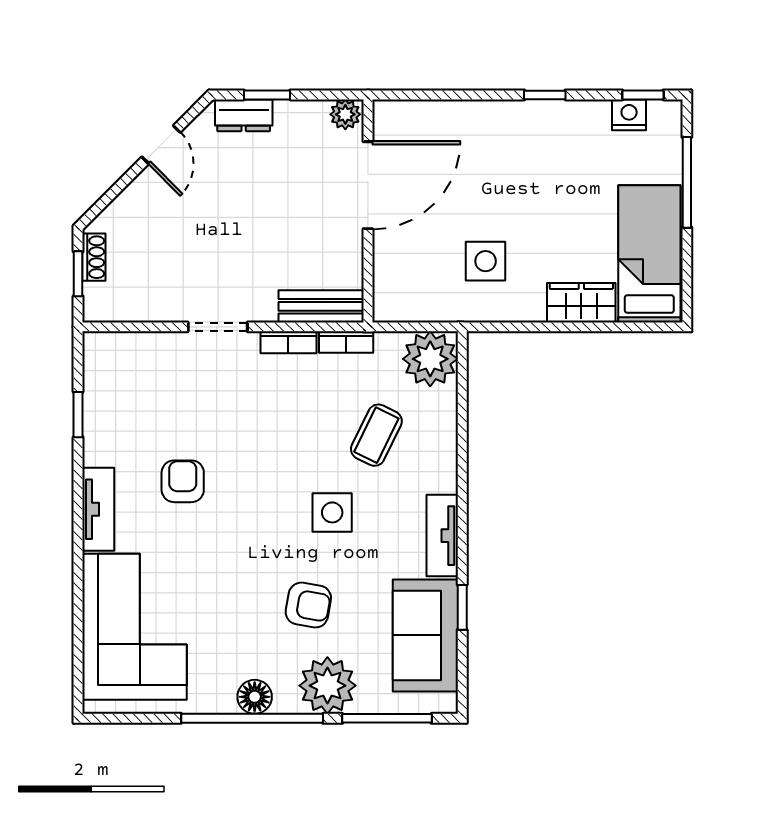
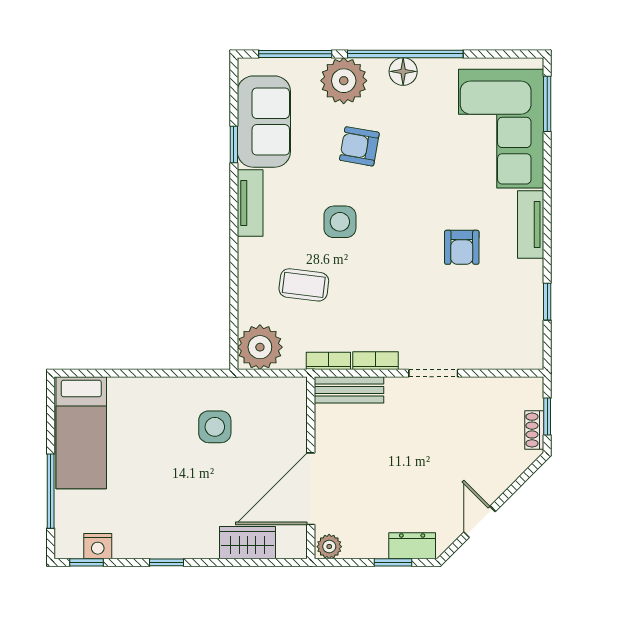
wardrobe: (581, 303) -> (248, 543), moved, turned 180
coffee table: (376, 435) -> (304, 285), turned 71
window: (78, 657) -> (547, 104), added

